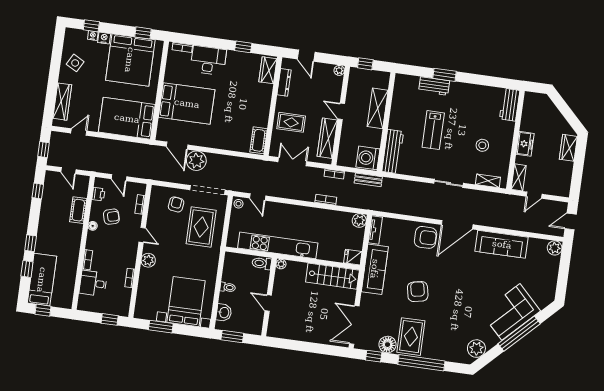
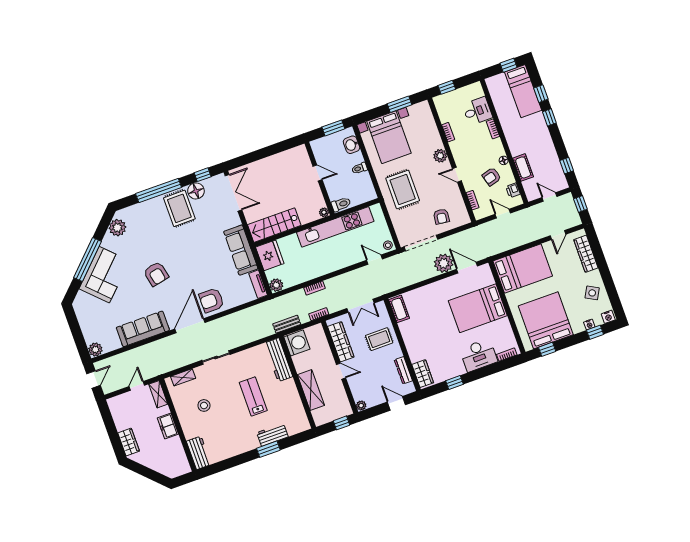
nightstand: (104, 38) -> (608, 317), moved
rug: (201, 227) -> (403, 189), moved
fridge: (353, 257) -> (270, 255), width x1.88, depth x1.34
armchair: (418, 292) -> (156, 274), moved

